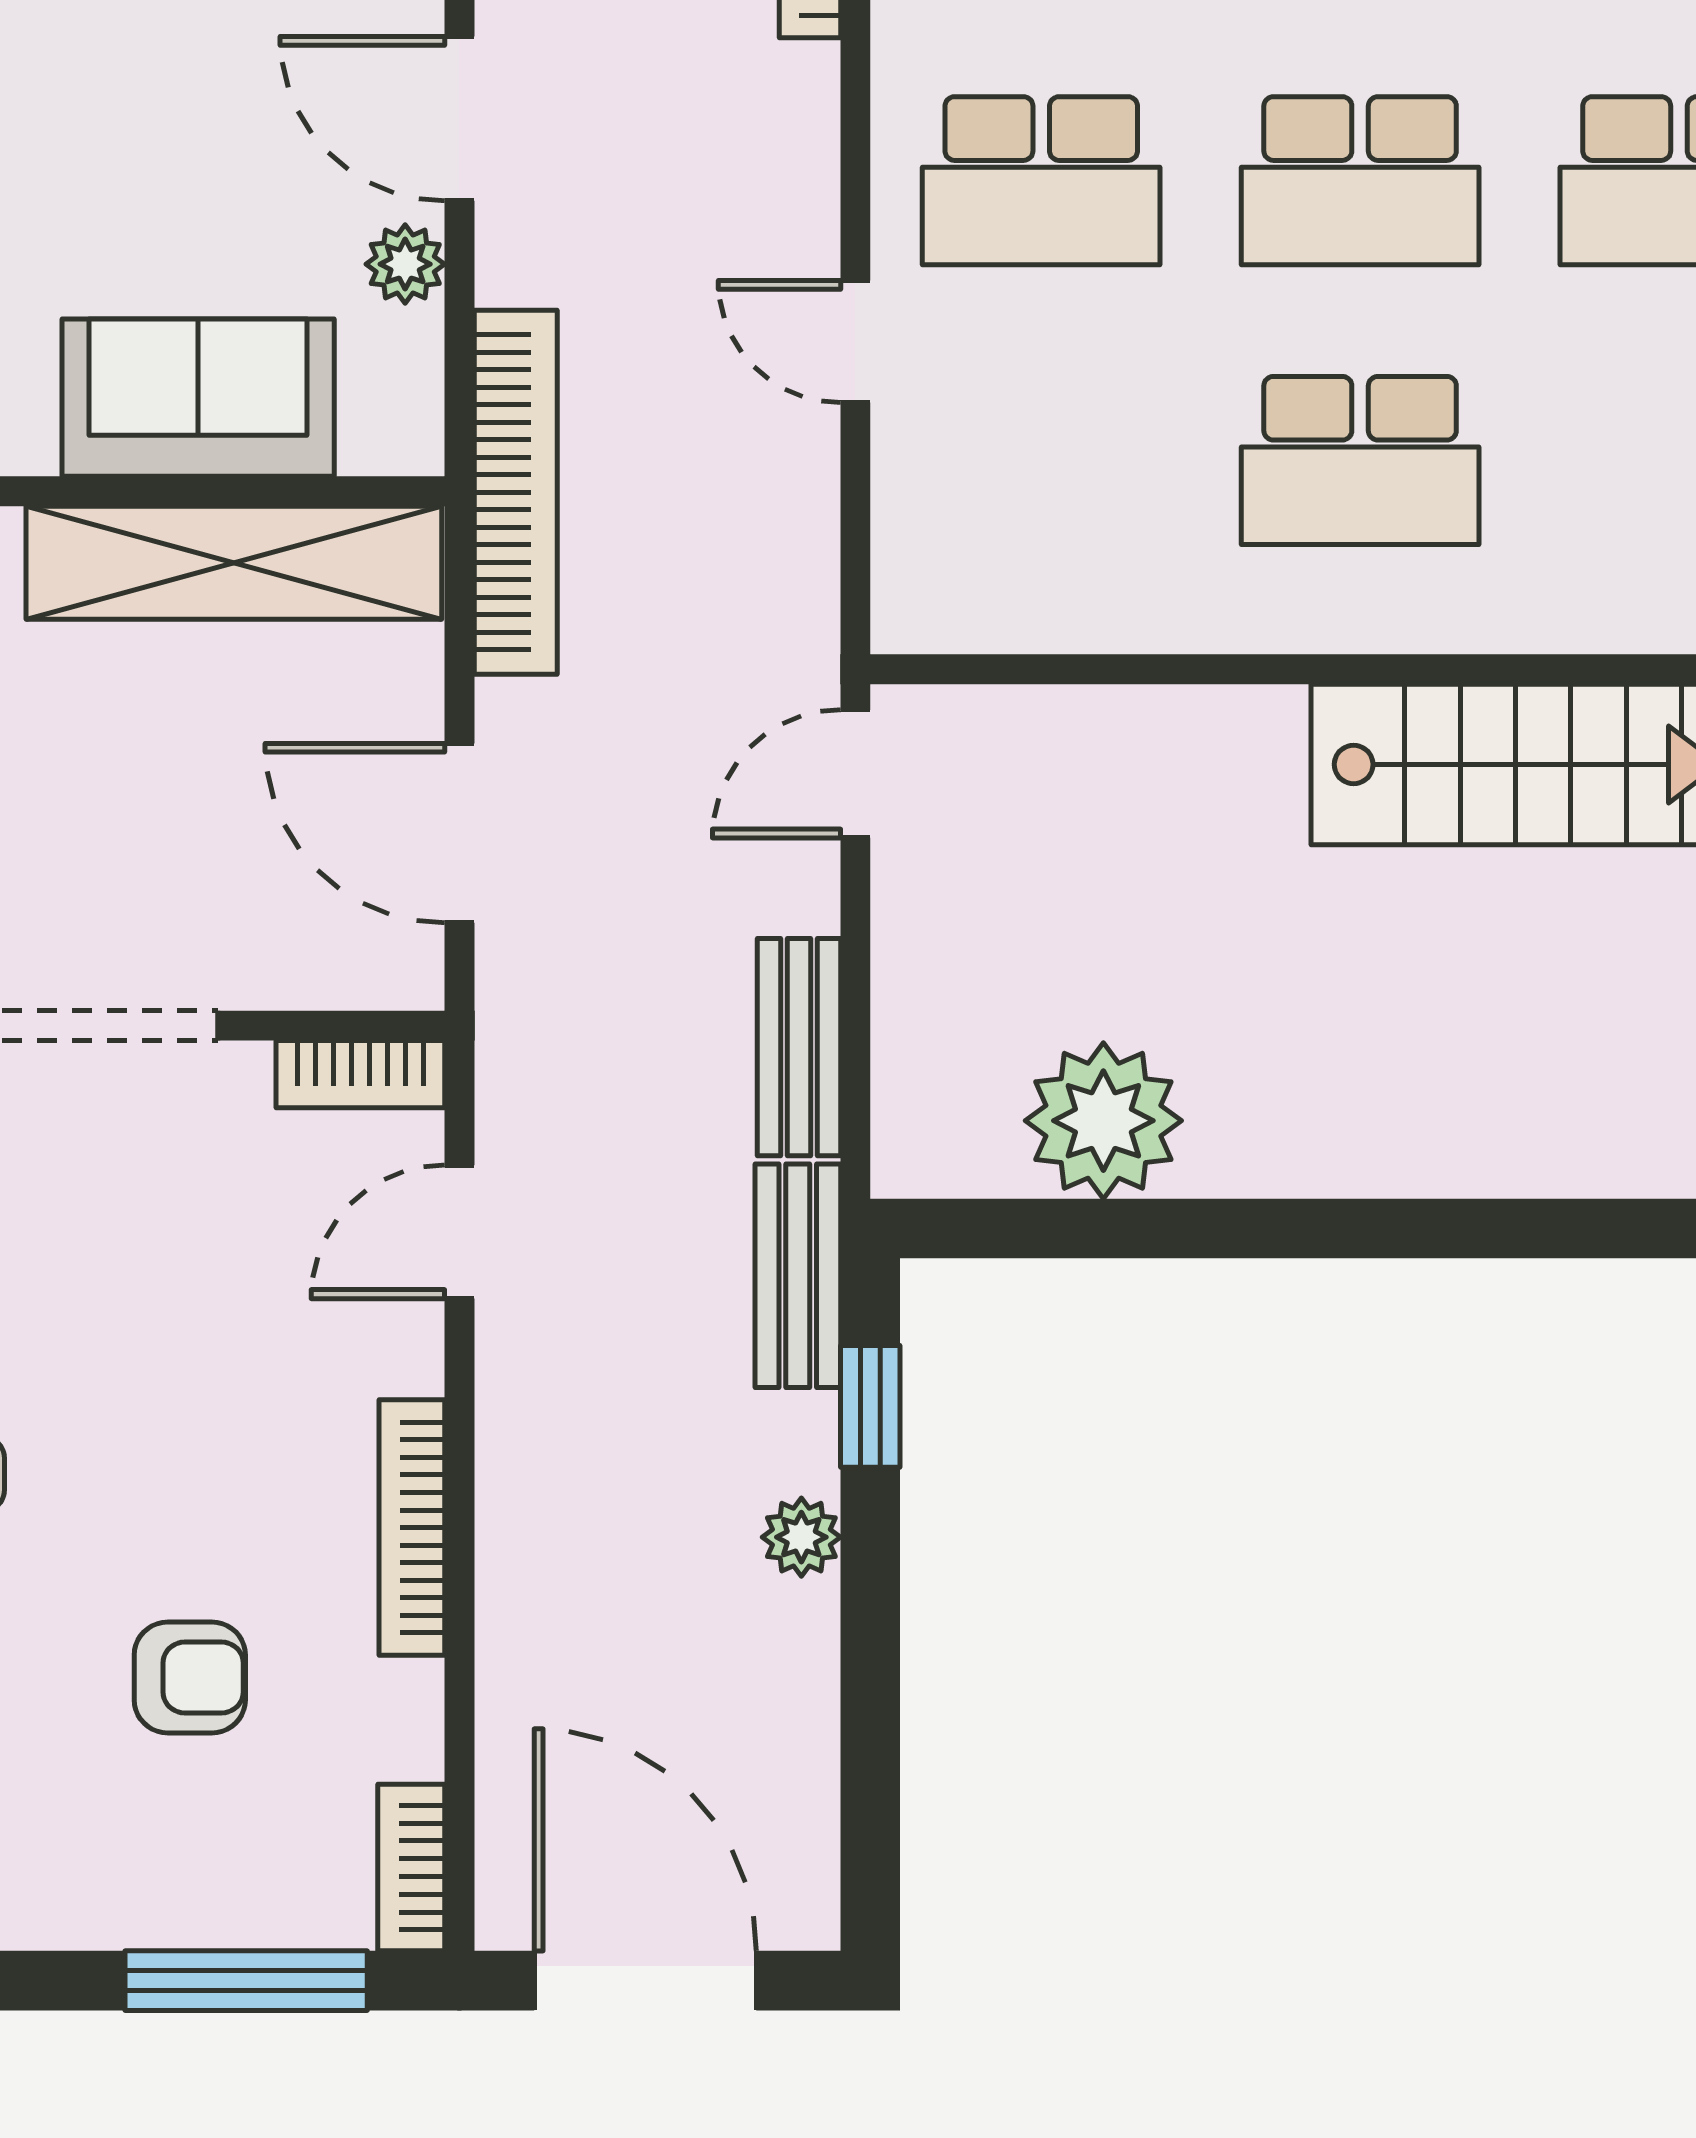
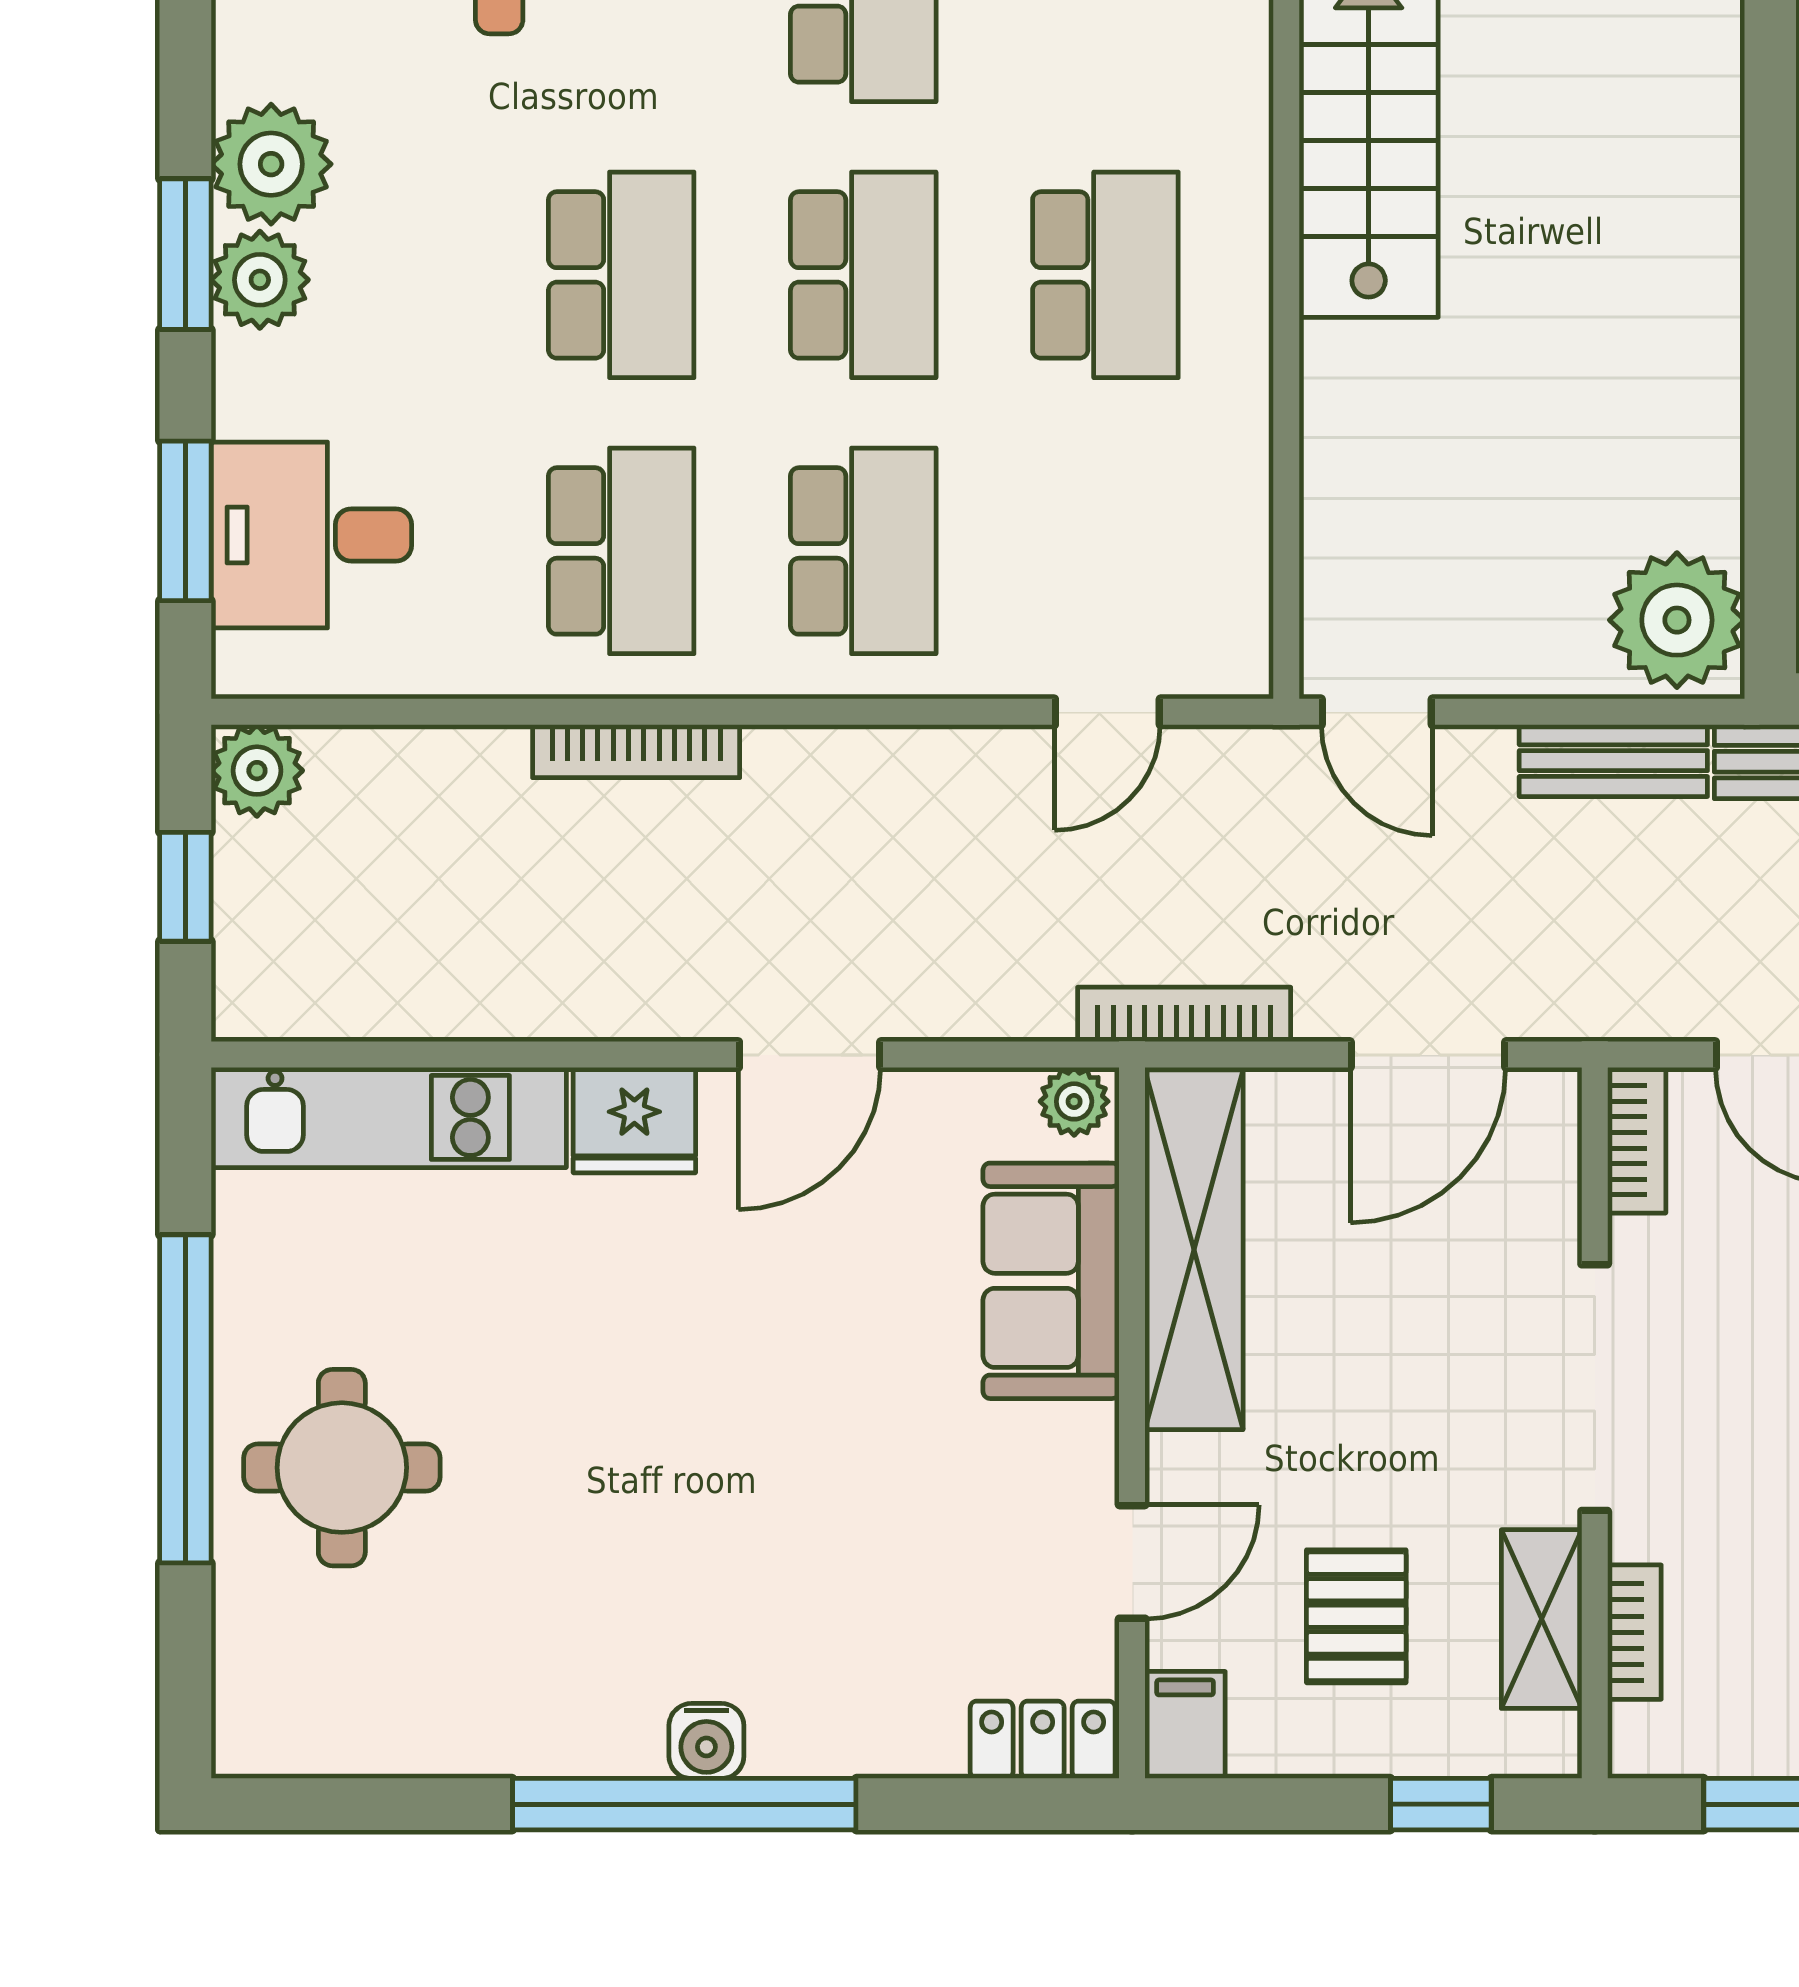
plant: (405, 264) -> (1074, 1101), moved
door: (855, 341) -> (1107, 712), moved
bookcase: (516, 492) -> (1184, 1014), width x0.68, depth x0.76
plant: (1103, 1121) -> (1677, 620), moved

